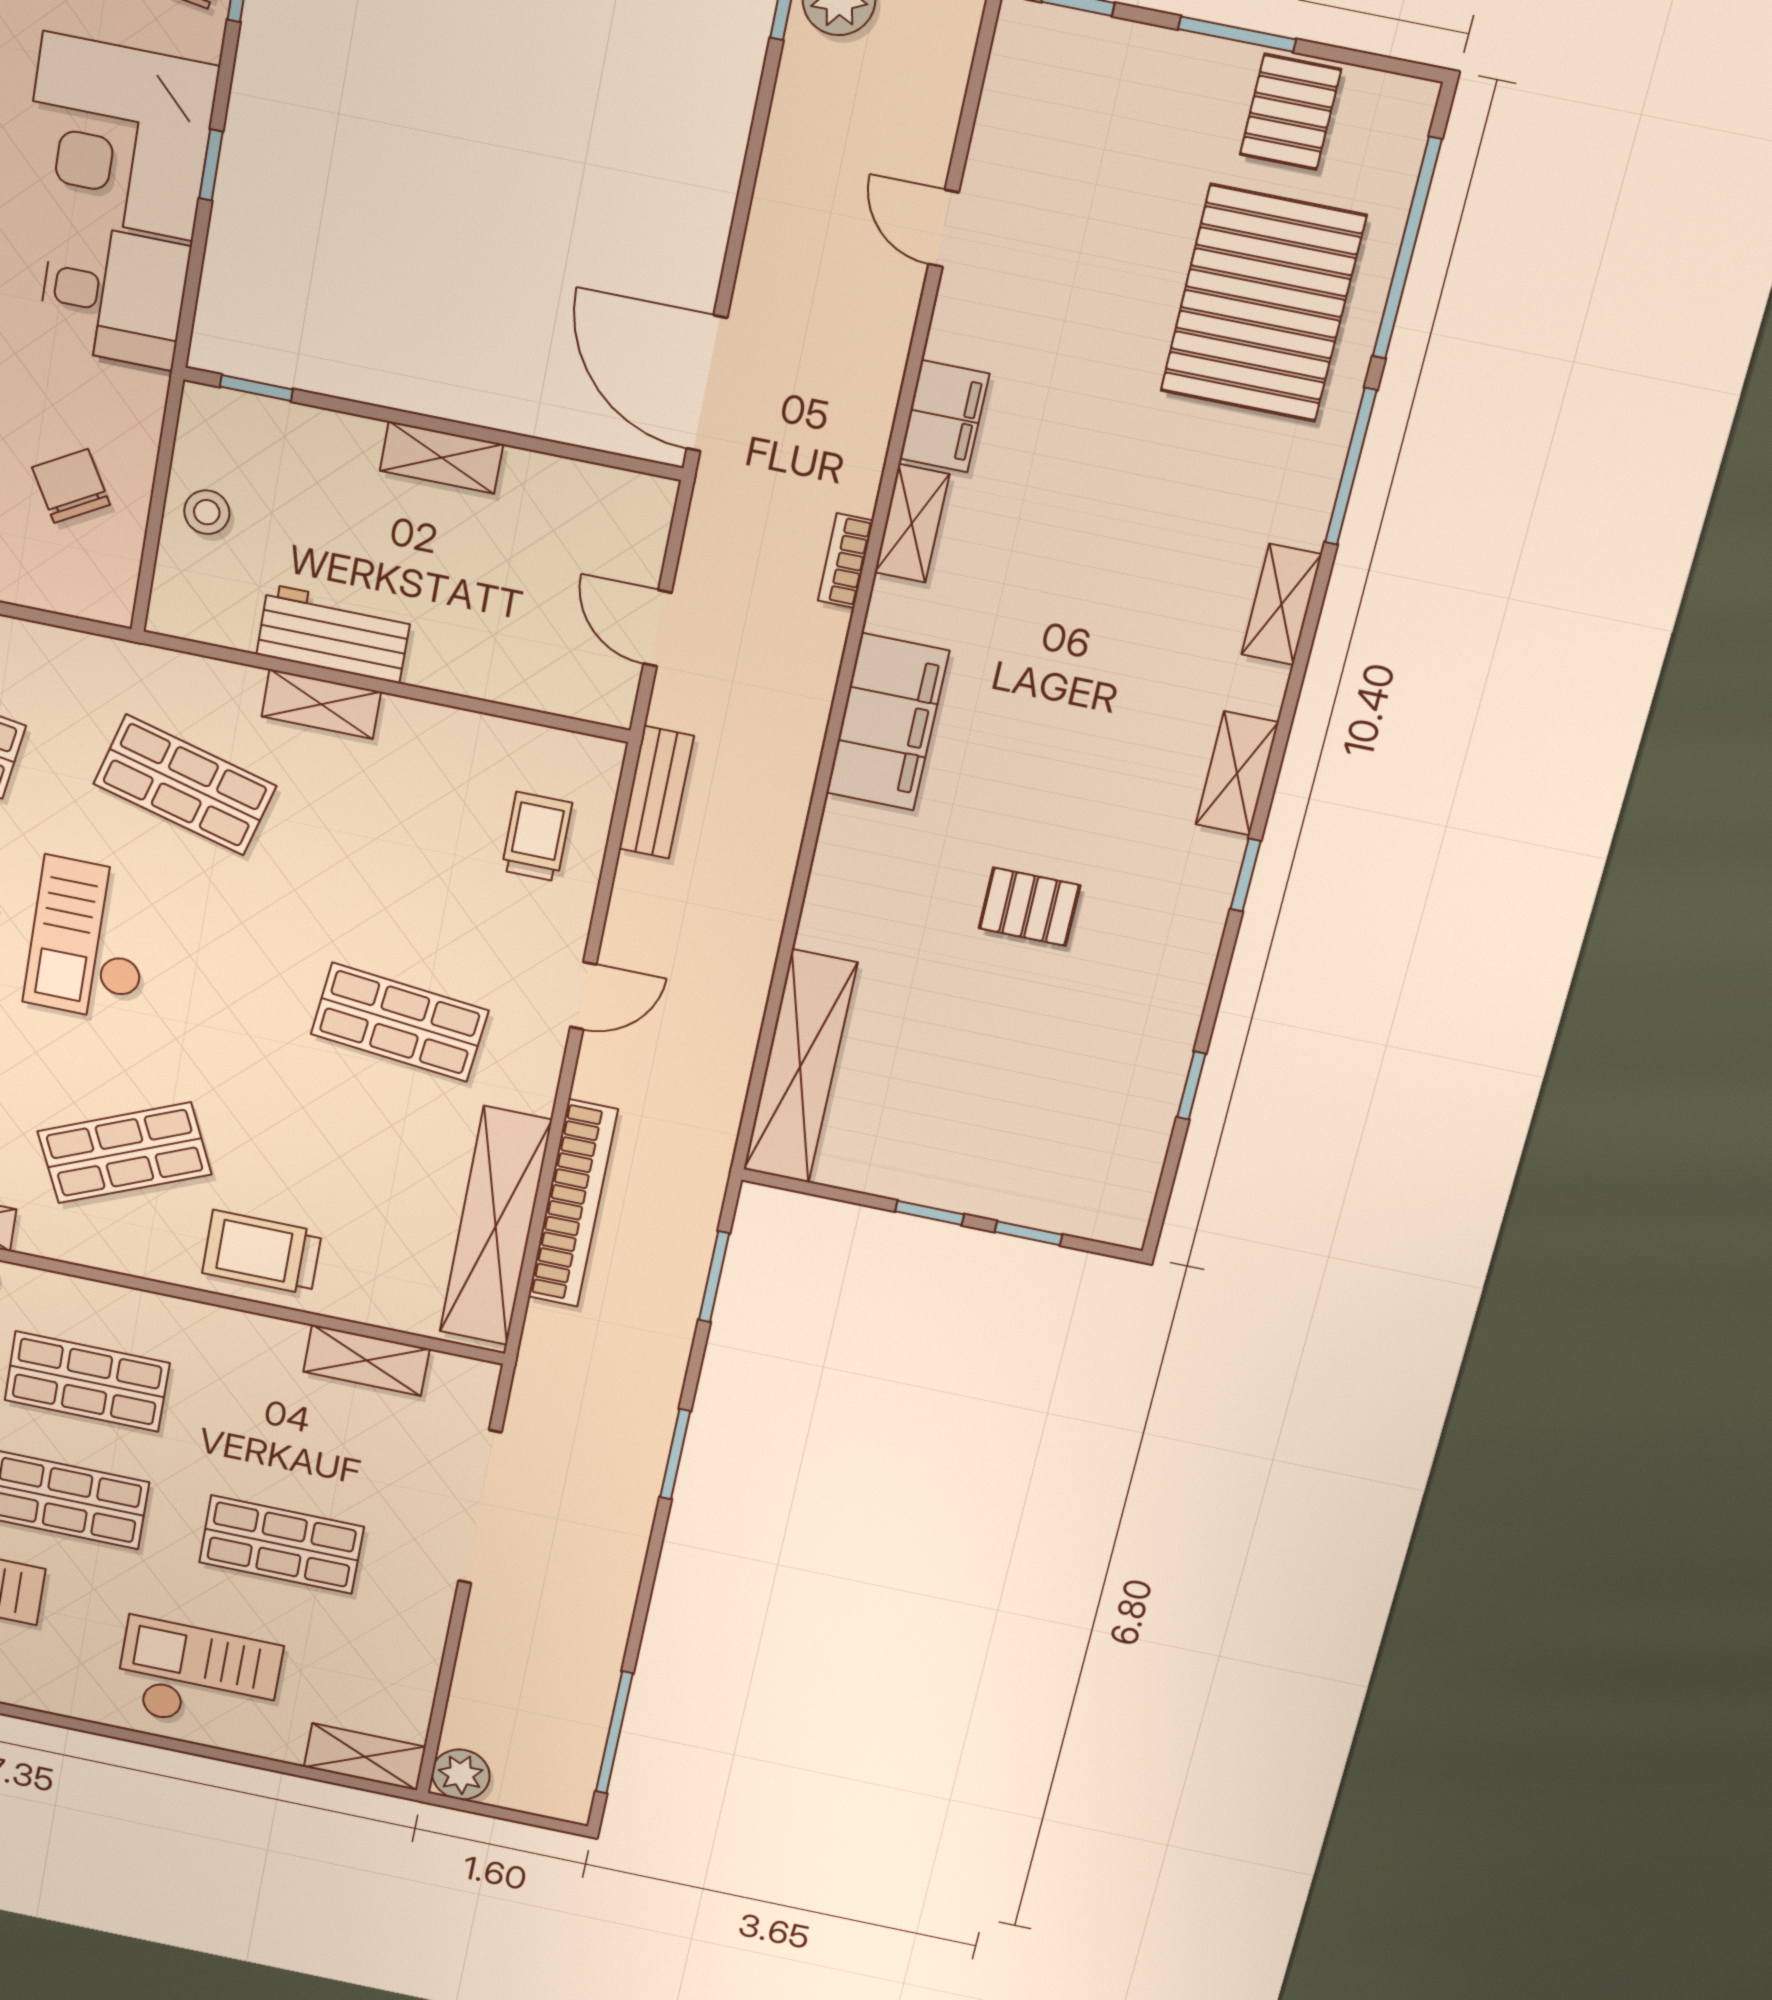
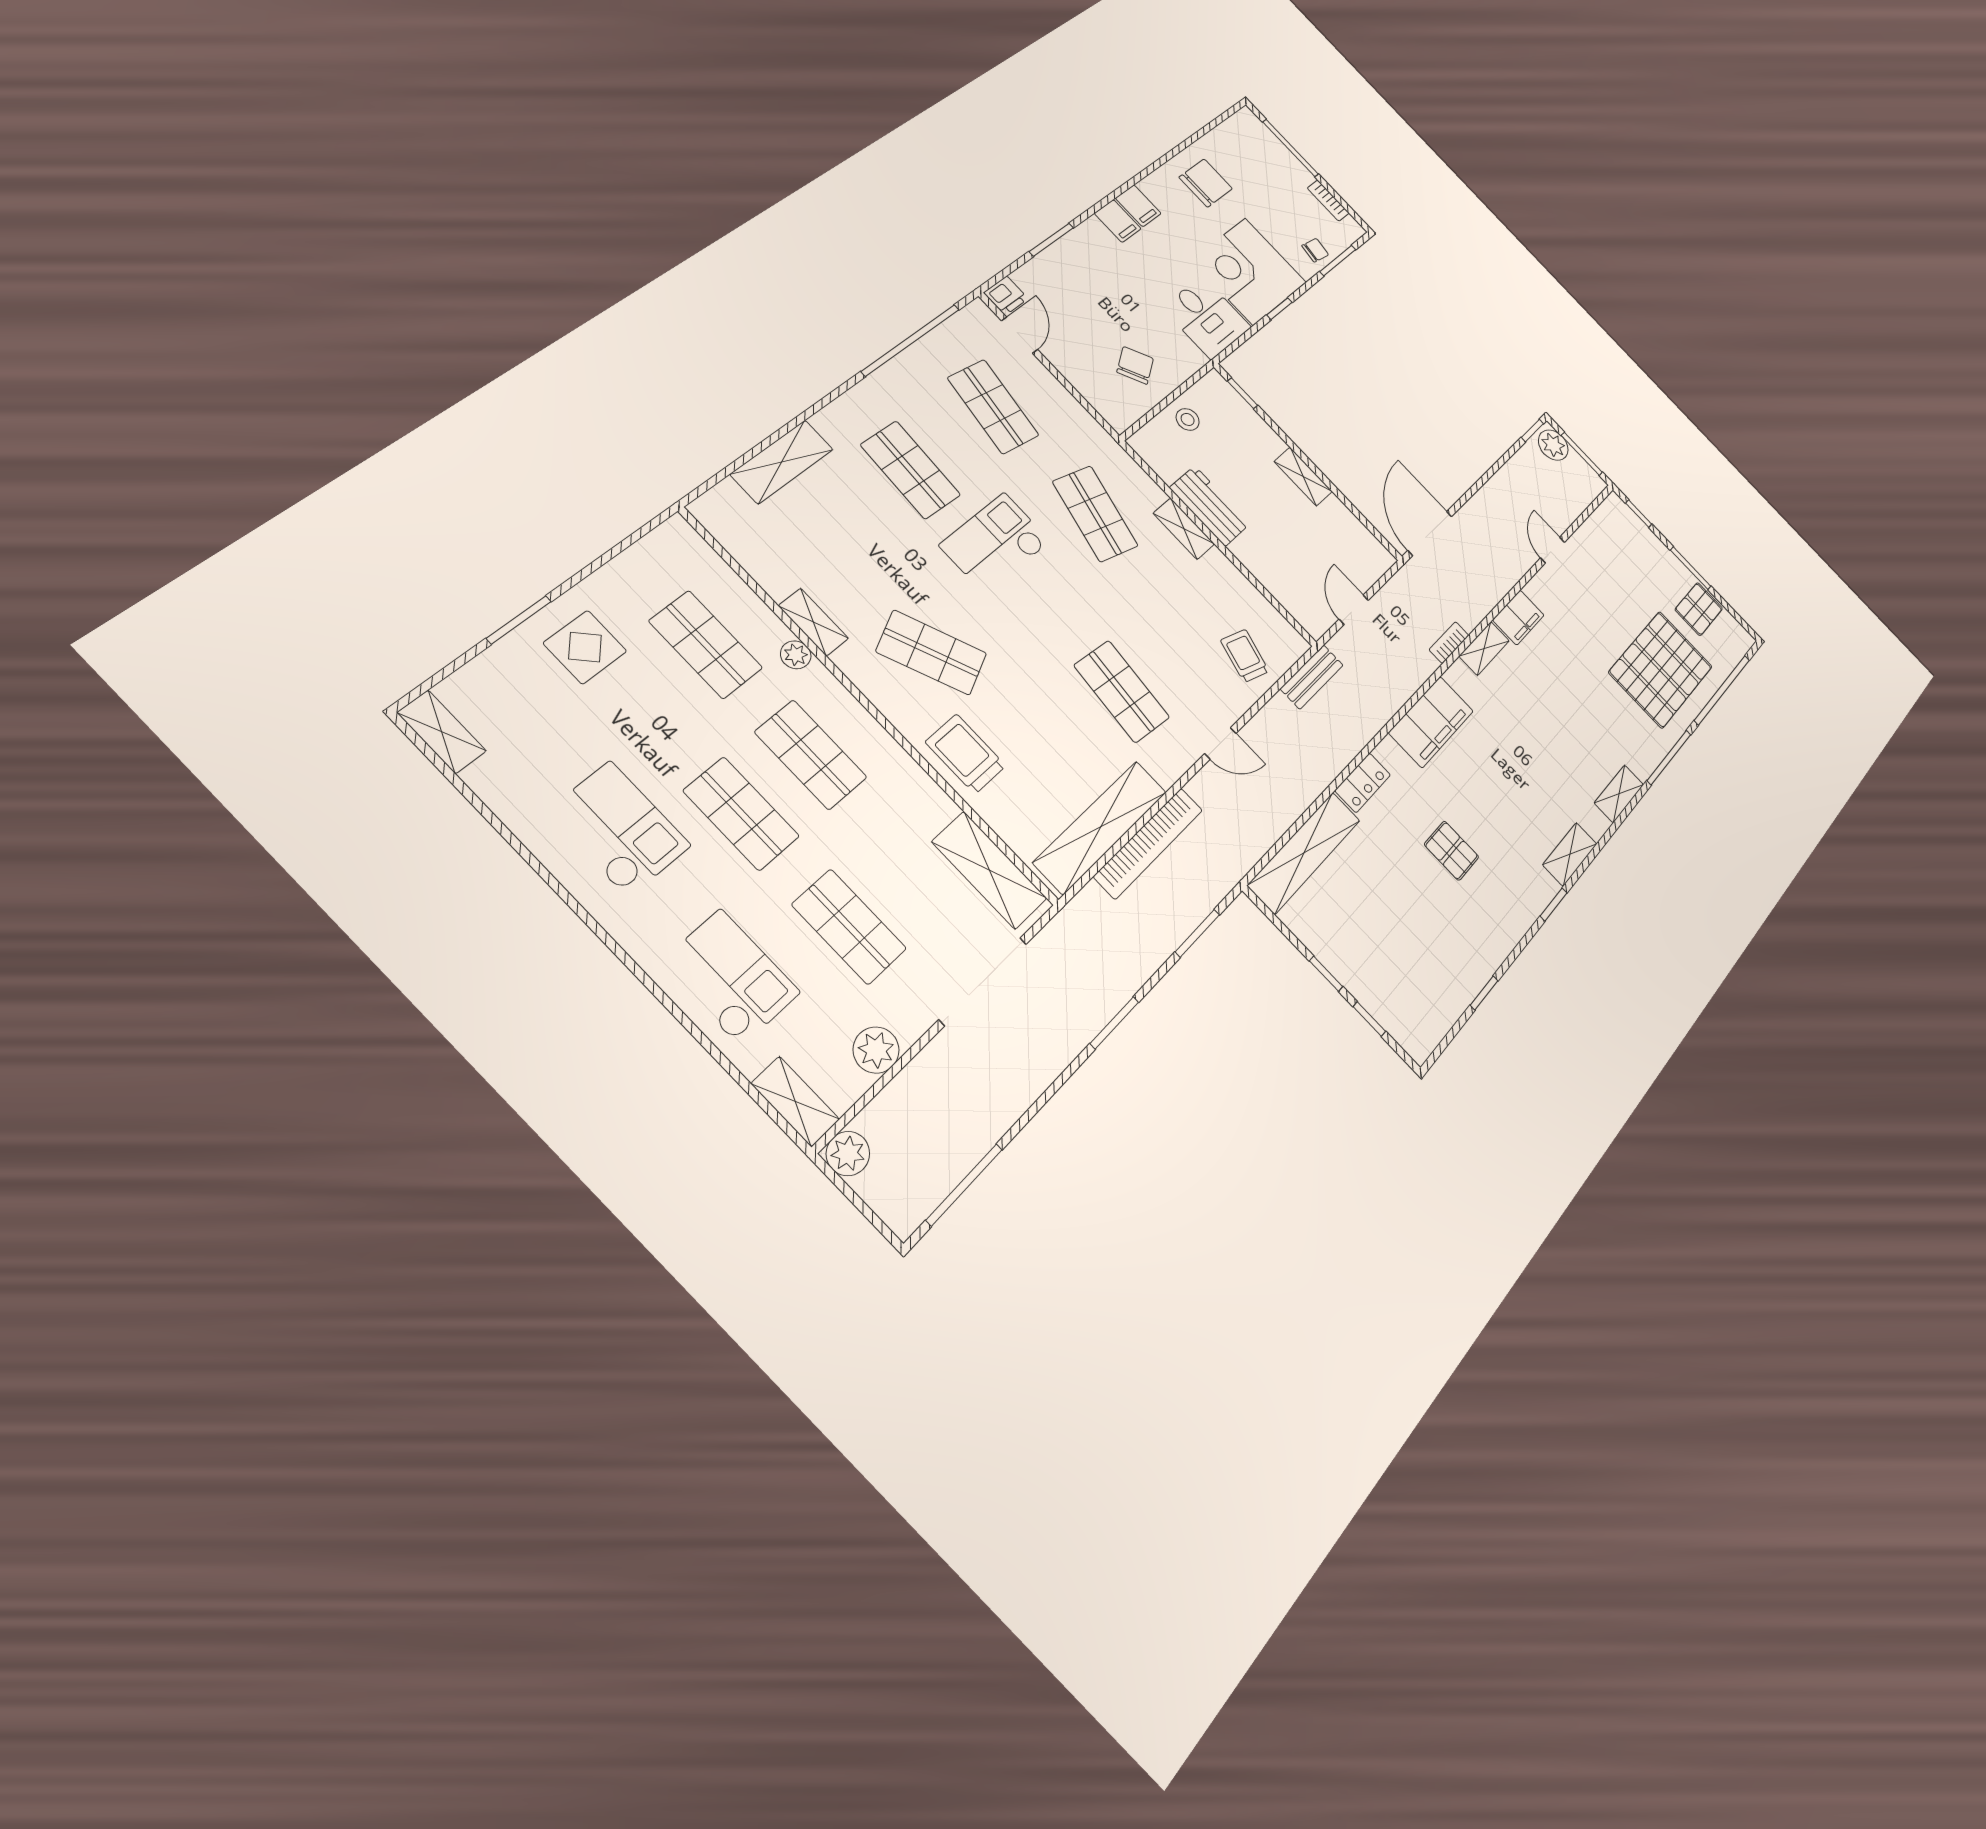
trolley: (537, 837) -> (1245, 656), turned -73
locker: (830, 901) -> (1363, 783), added
shelving: (366, 1360) -> (989, 870), width x1.50, depth x1.33
plant: (412, 1655) -> (876, 1050), added

